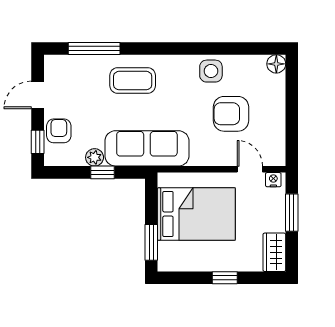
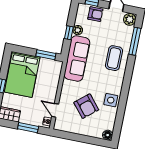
plant: (56, 66) -> (130, 19), added
armchair: (231, 114) -> (86, 106), turned 140
door: (250, 169) -> (55, 110), swing flipped
bed: (196, 214) -> (22, 74), moved
window: (151, 242) -> (46, 55), moved

